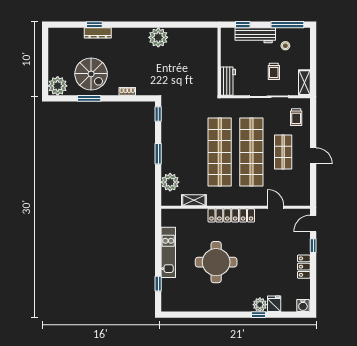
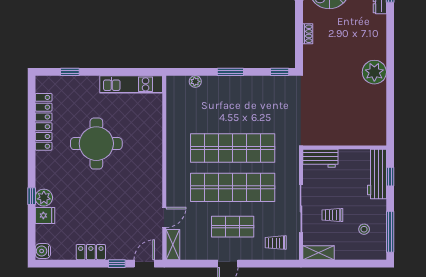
workbench: (255, 35) -> (377, 174), moved
plant: (170, 182) -> (195, 81), width x0.53, depth x0.53
shelving: (194, 200) -> (173, 245), moved
locker: (231, 215) -> (44, 122), moved, turned 180
door: (313, 223) -> (144, 264), hinge flipped
kitchen unit: (168, 252) -> (131, 84), moved

